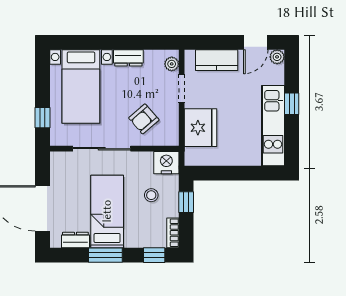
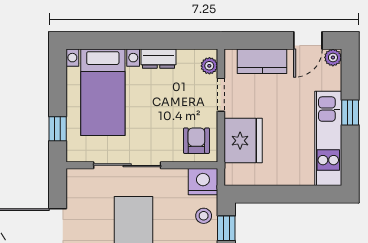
armchair: (144, 119) -> (196, 141), moved, turned 131
stool: (151, 195) -> (204, 216), moved

